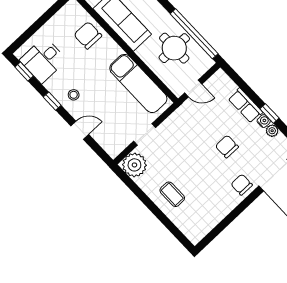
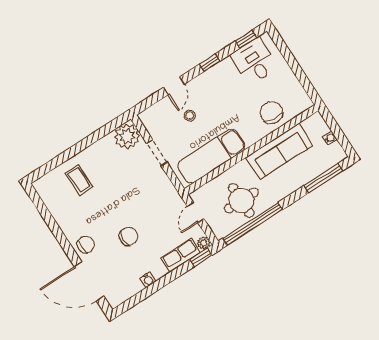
chair: (88, 35) -> (271, 113), turned -81
stool: (74, 95) -> (190, 116), moved
row of seats: (245, 105) -> (181, 255), moved
window: (269, 113) -> (201, 257), moved
plant: (272, 131) -> (204, 243), moved
coffee table: (172, 194) -> (79, 180), moved, turned 90

